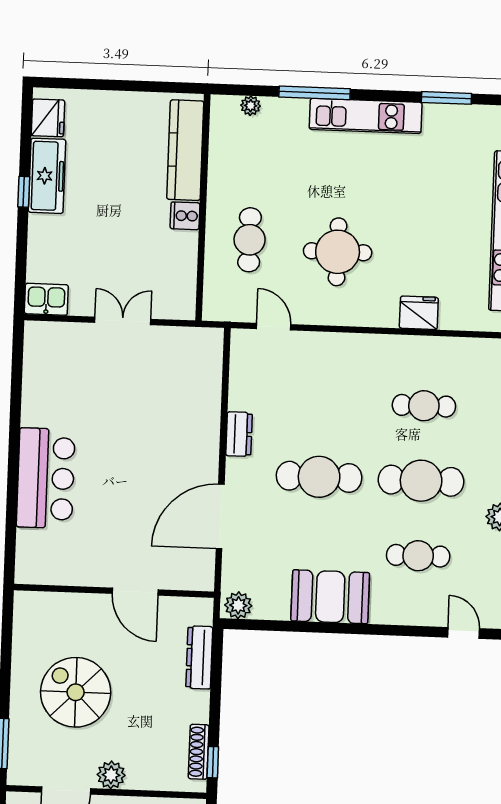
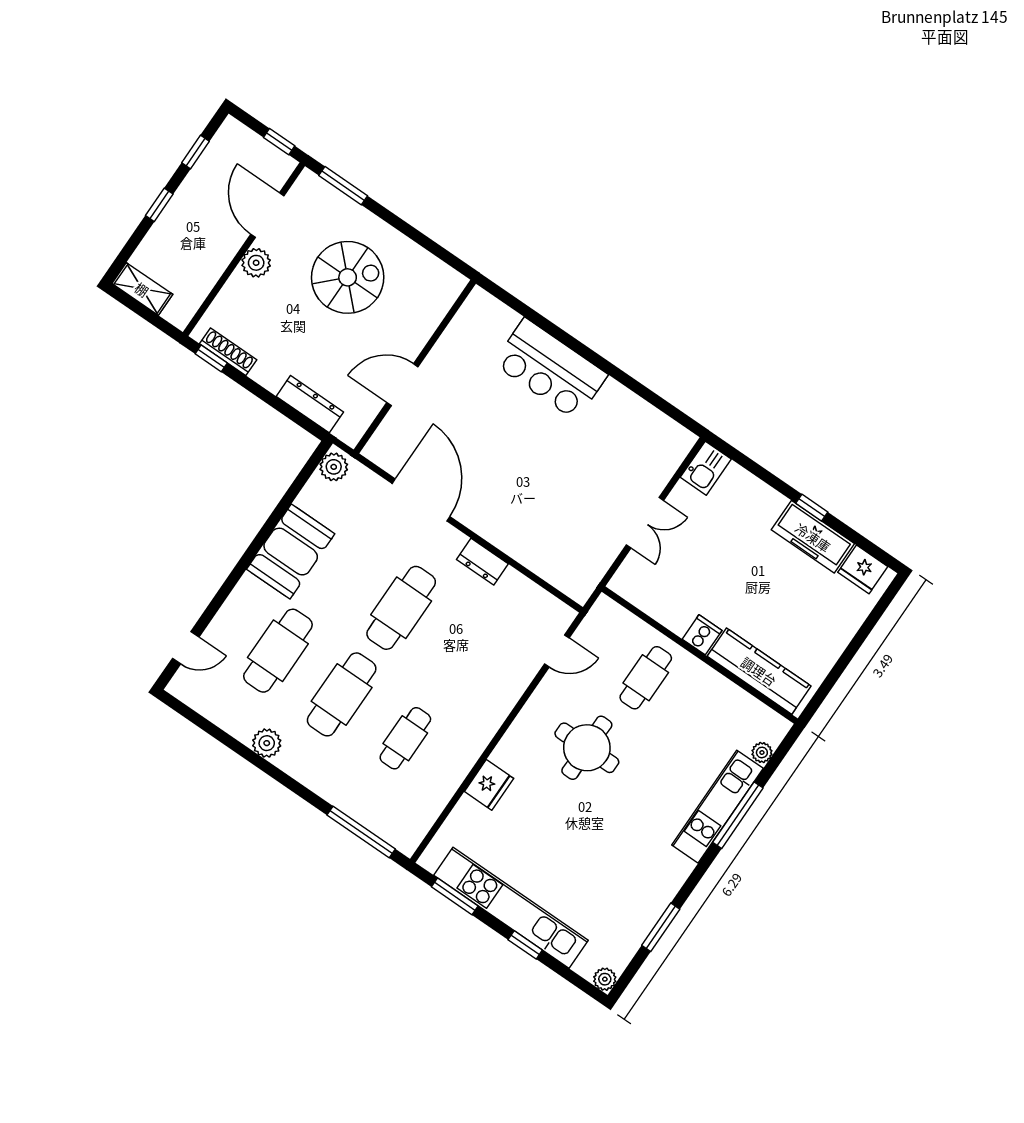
kitchen unit: (366, 116) -> (717, 807), moved
cafe table: (250, 240) -> (646, 678), turned 90
cafe table: (418, 556) -> (278, 651), width x1.37, depth x1.35

